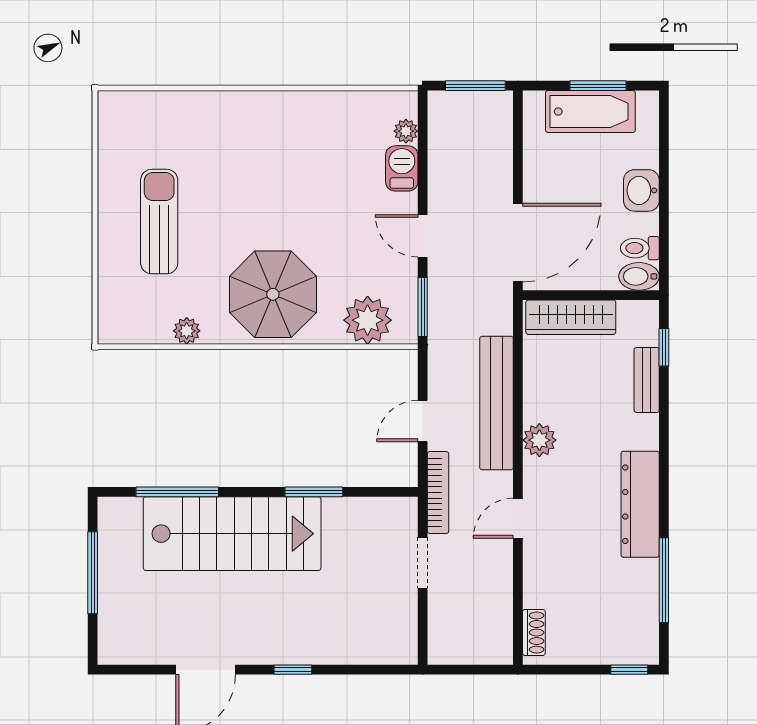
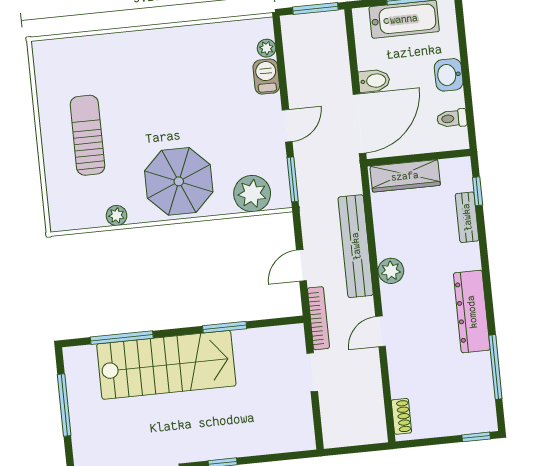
door: (423, 236) -> (287, 126), swing flipped
bidet: (639, 276) -> (374, 81), moved, turned 180

